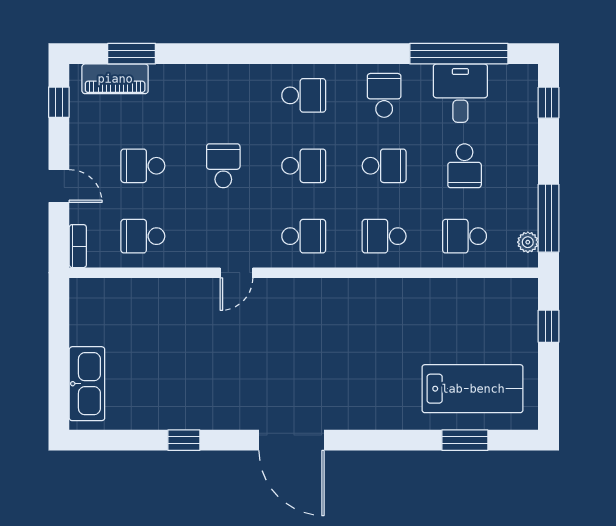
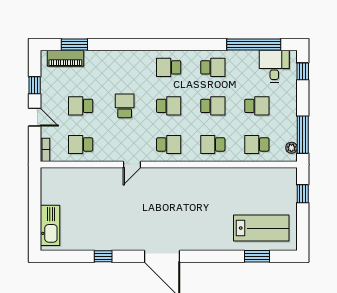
desk: (460, 93) -> (274, 66), moved
school desk: (304, 95) -> (169, 67), turned 180
school desk: (384, 95) -> (213, 67), turned 90
window: (59, 102) -> (35, 85), moved
school desk: (465, 166) -> (257, 106), turned -90

